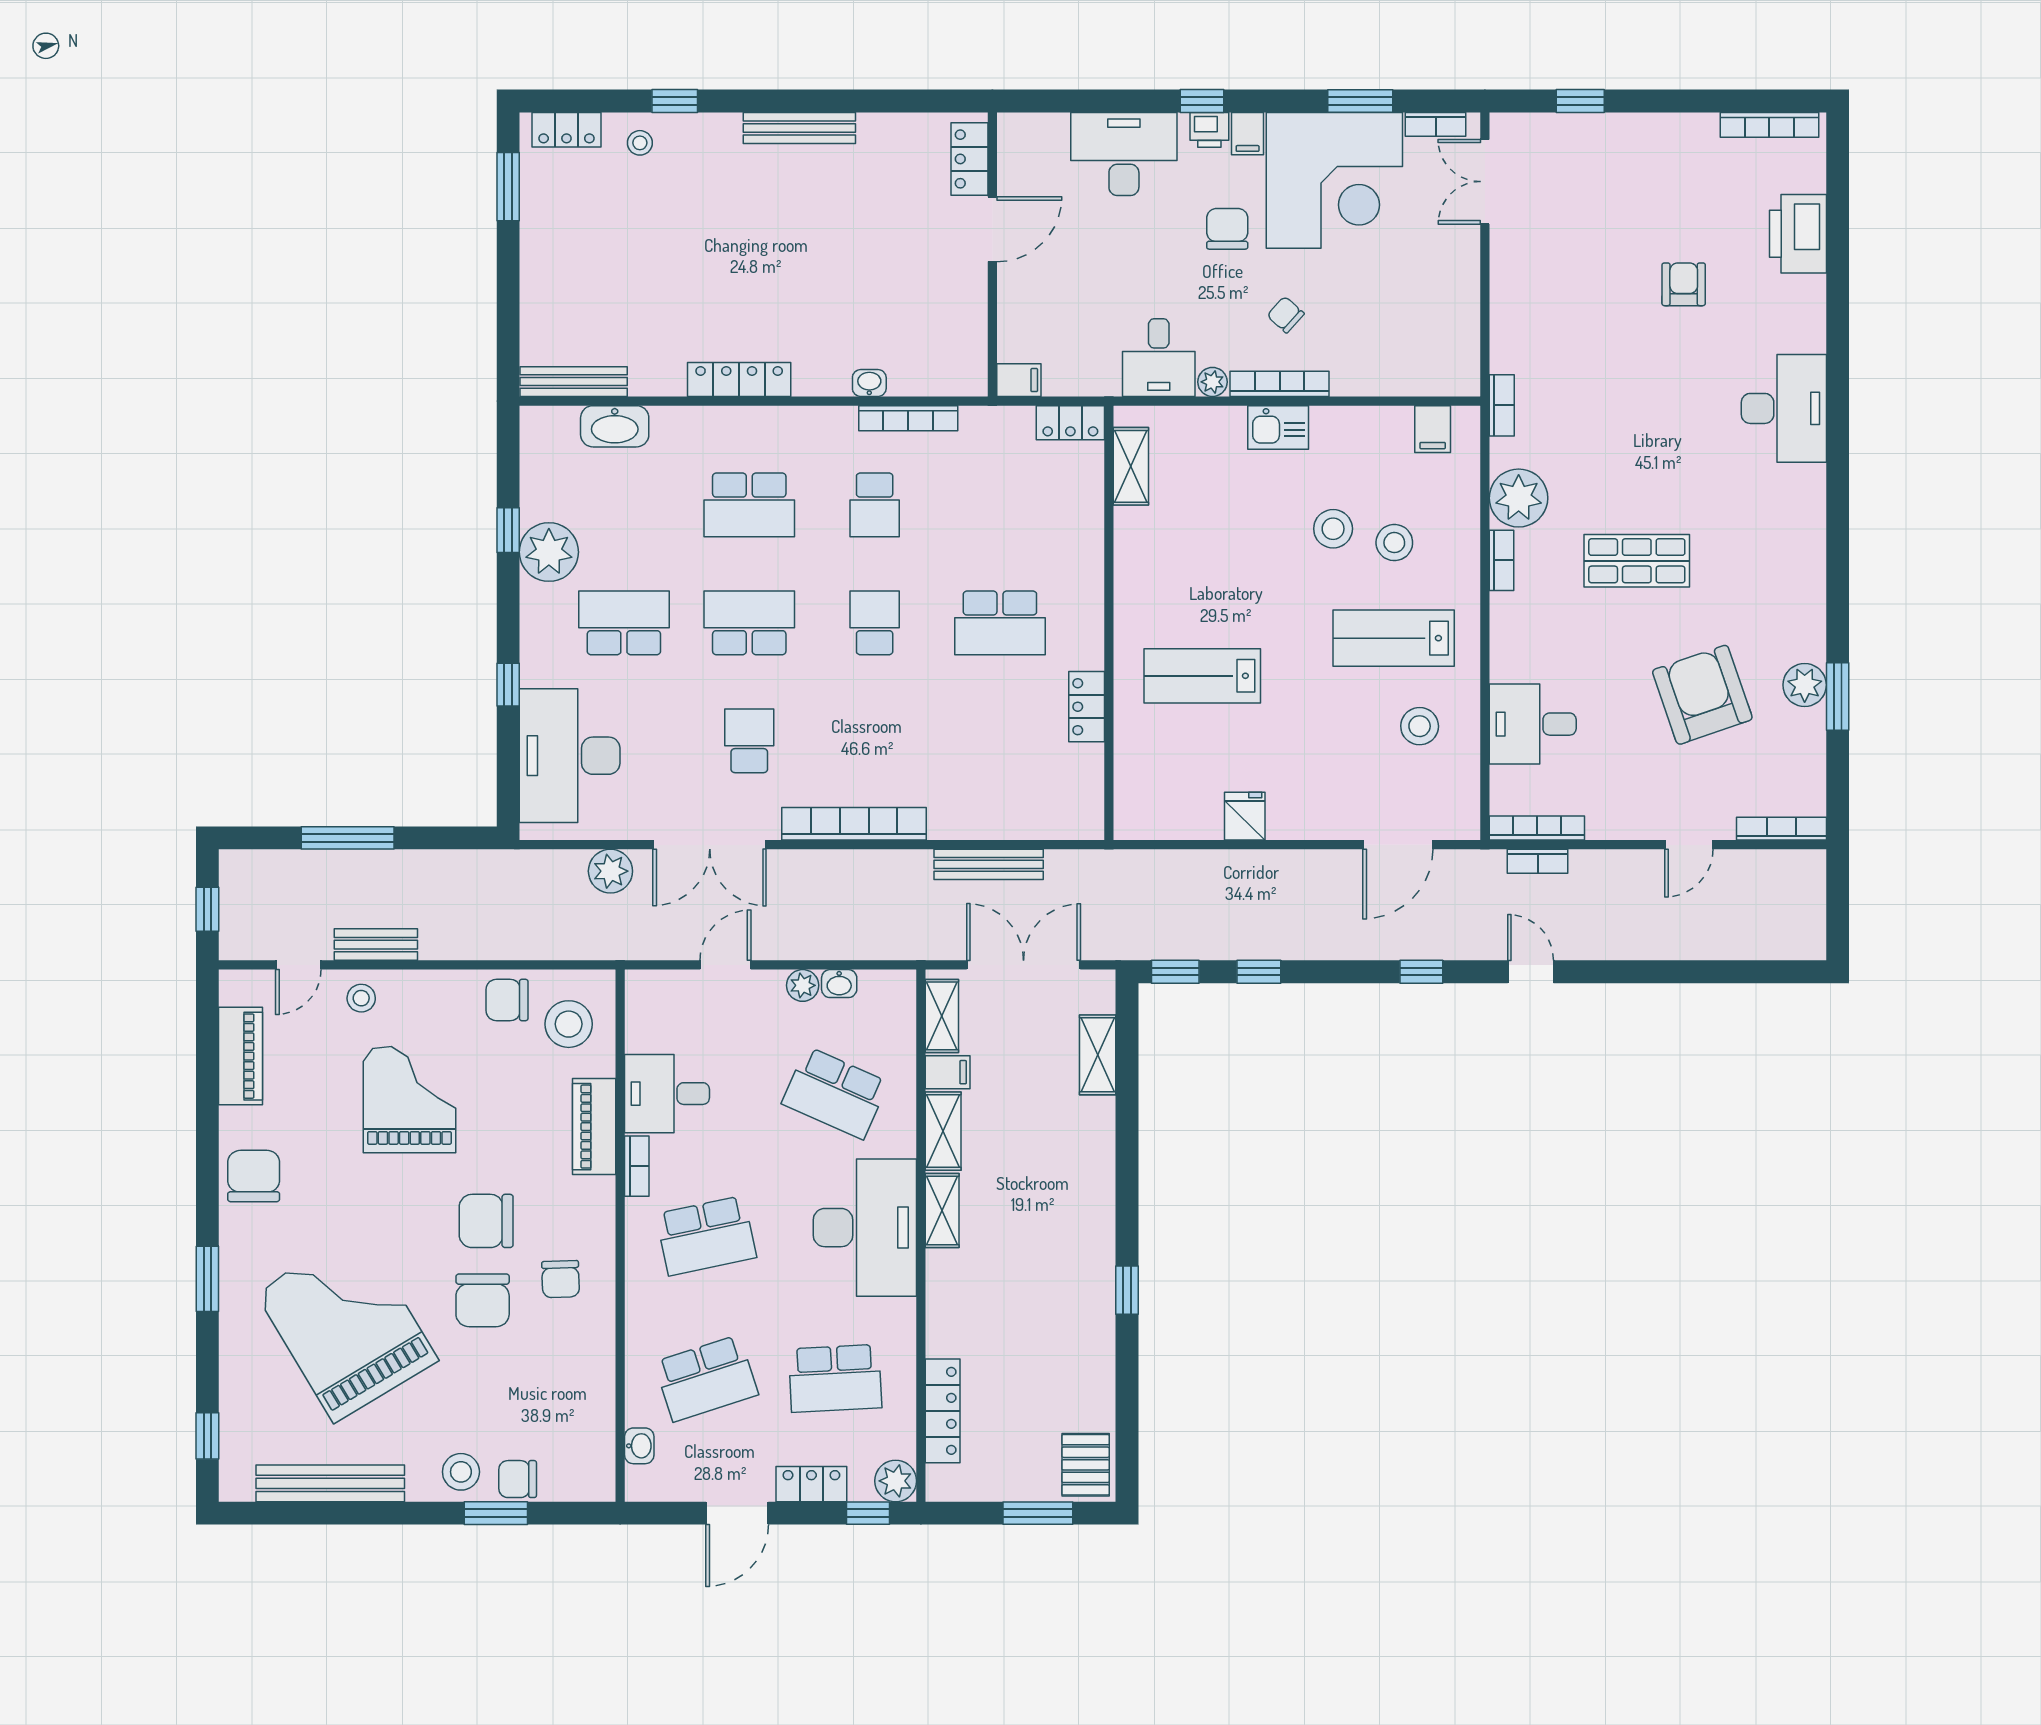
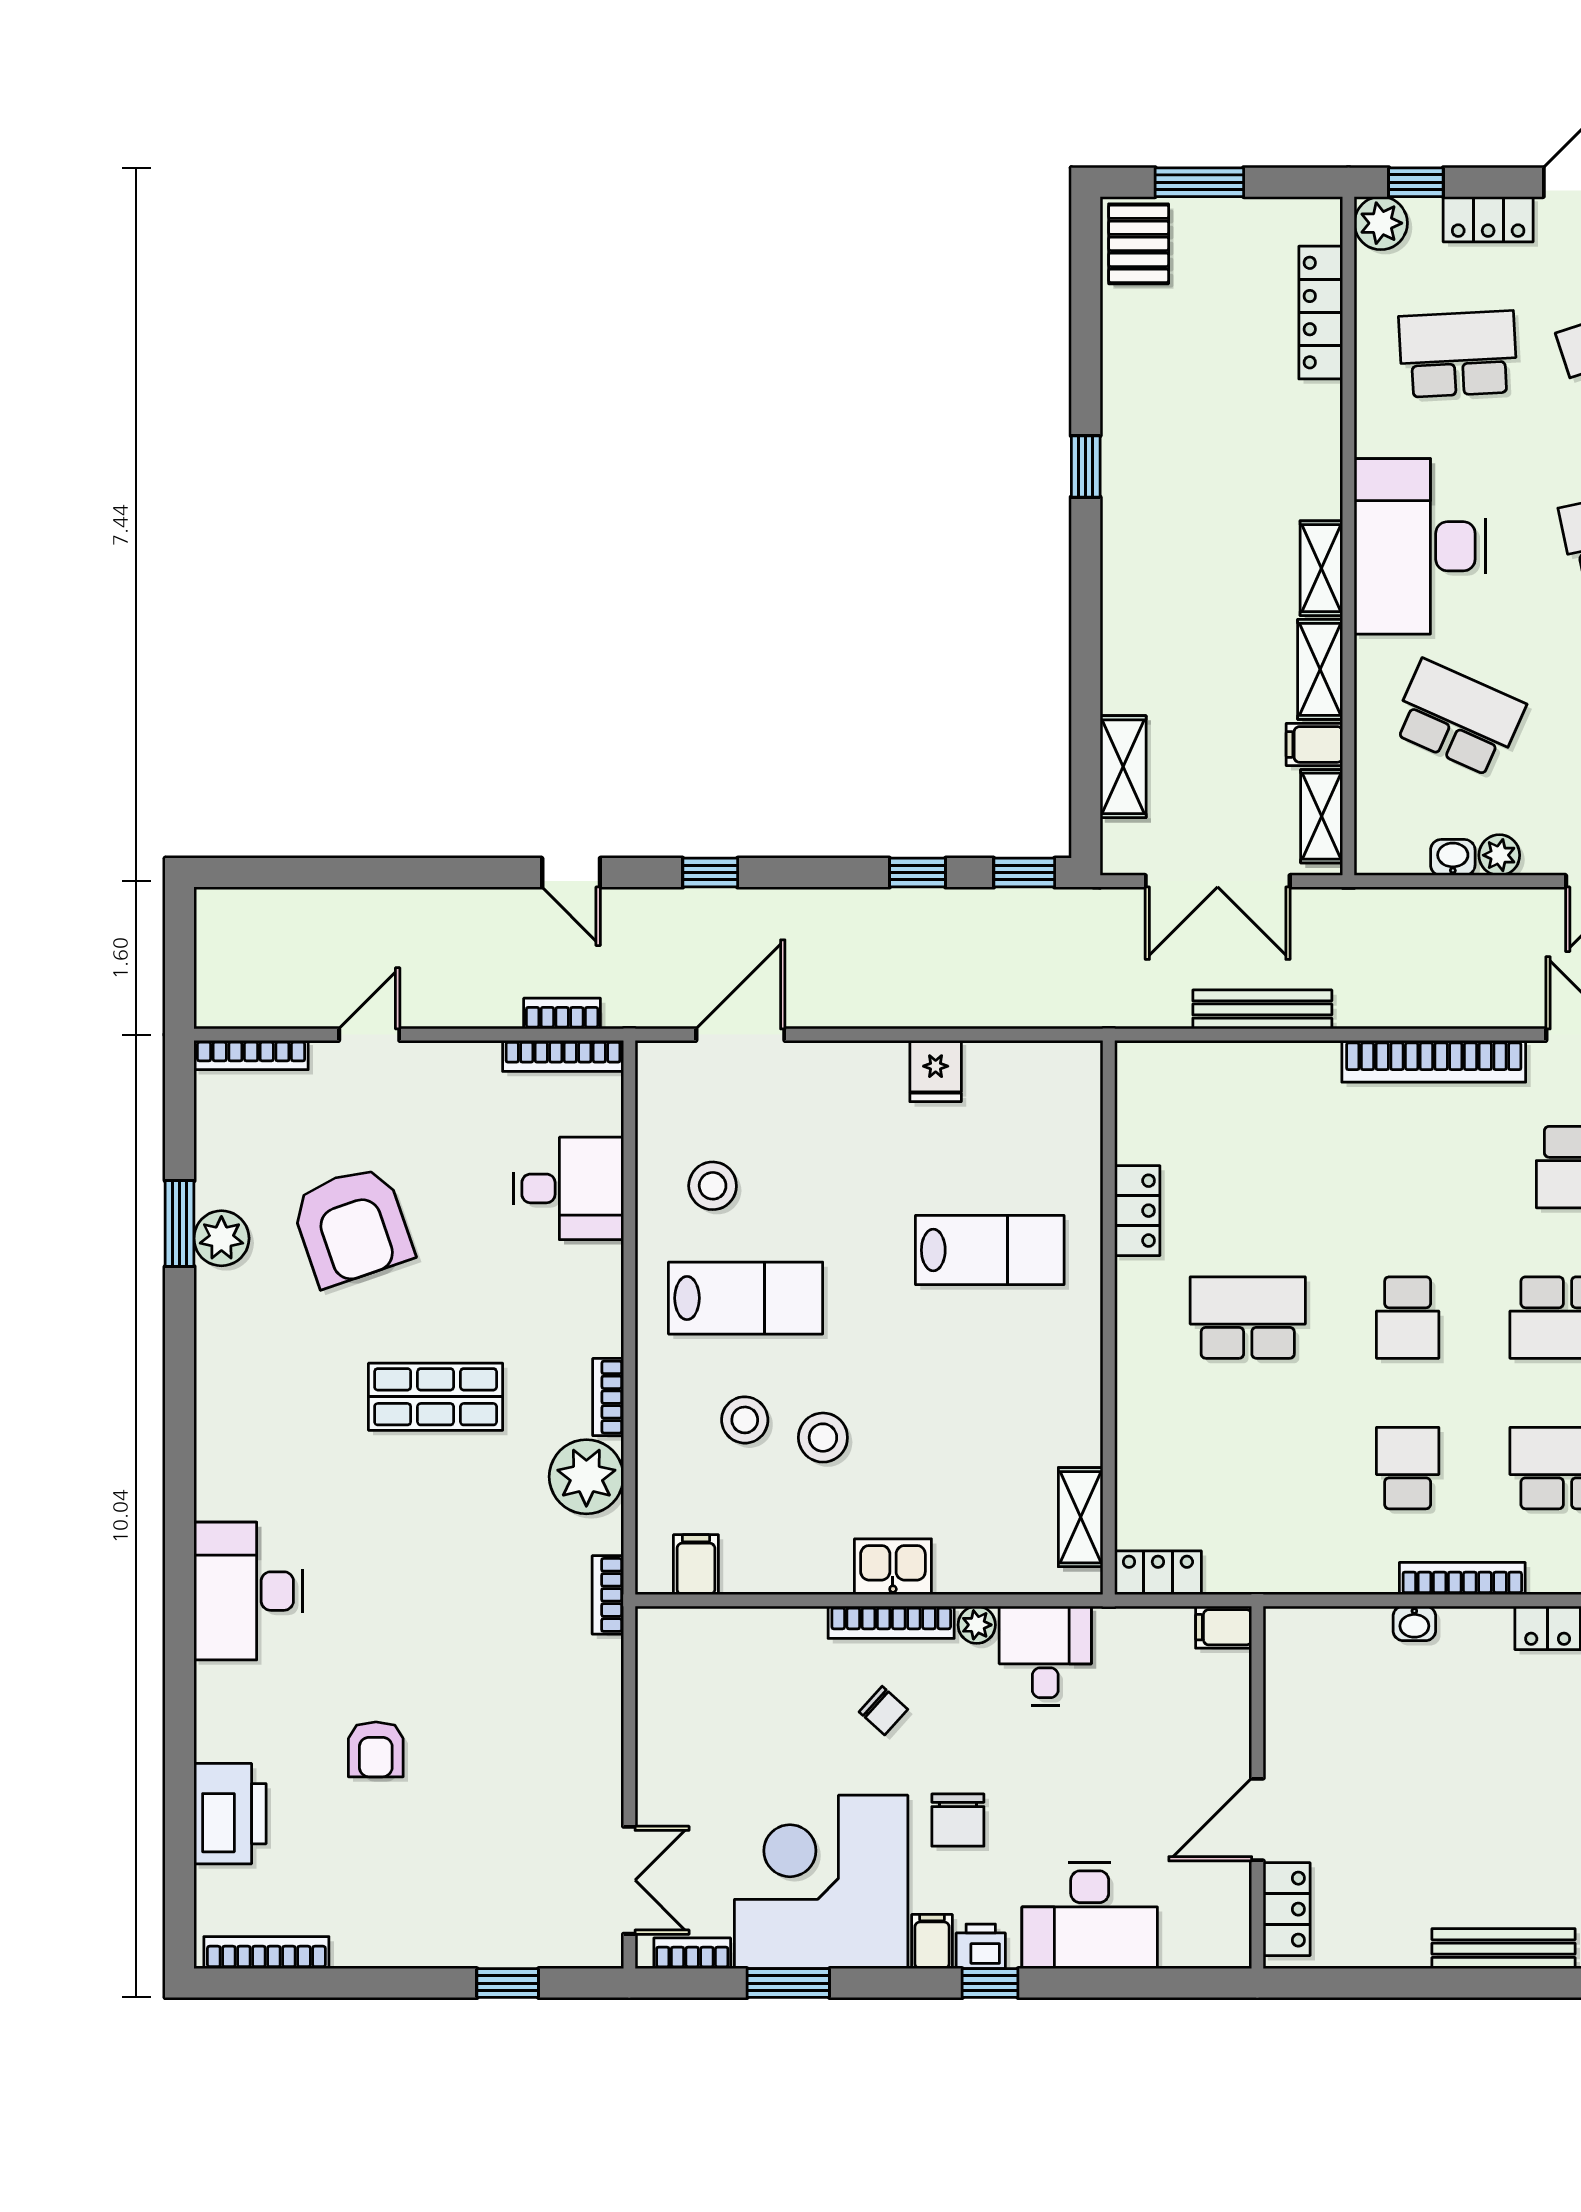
bookcase: (908, 418) -> (1462, 1579), moved

